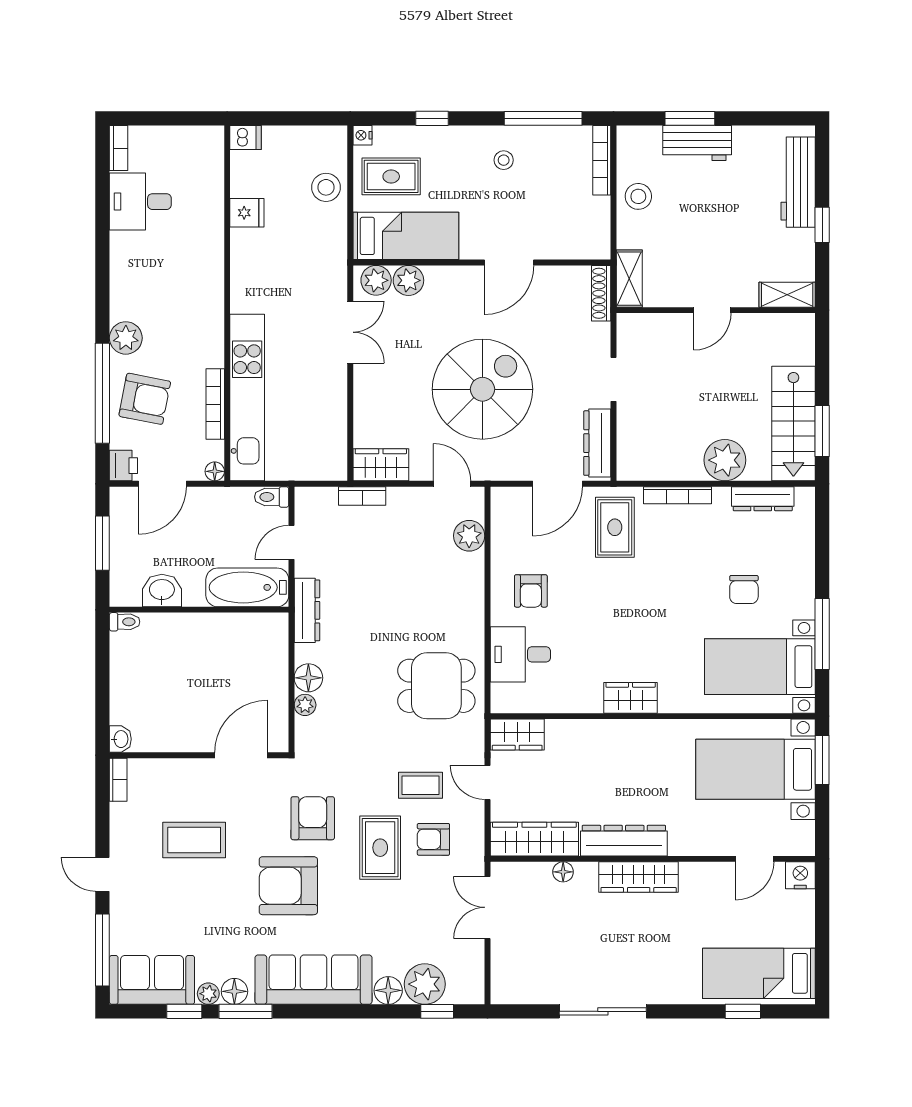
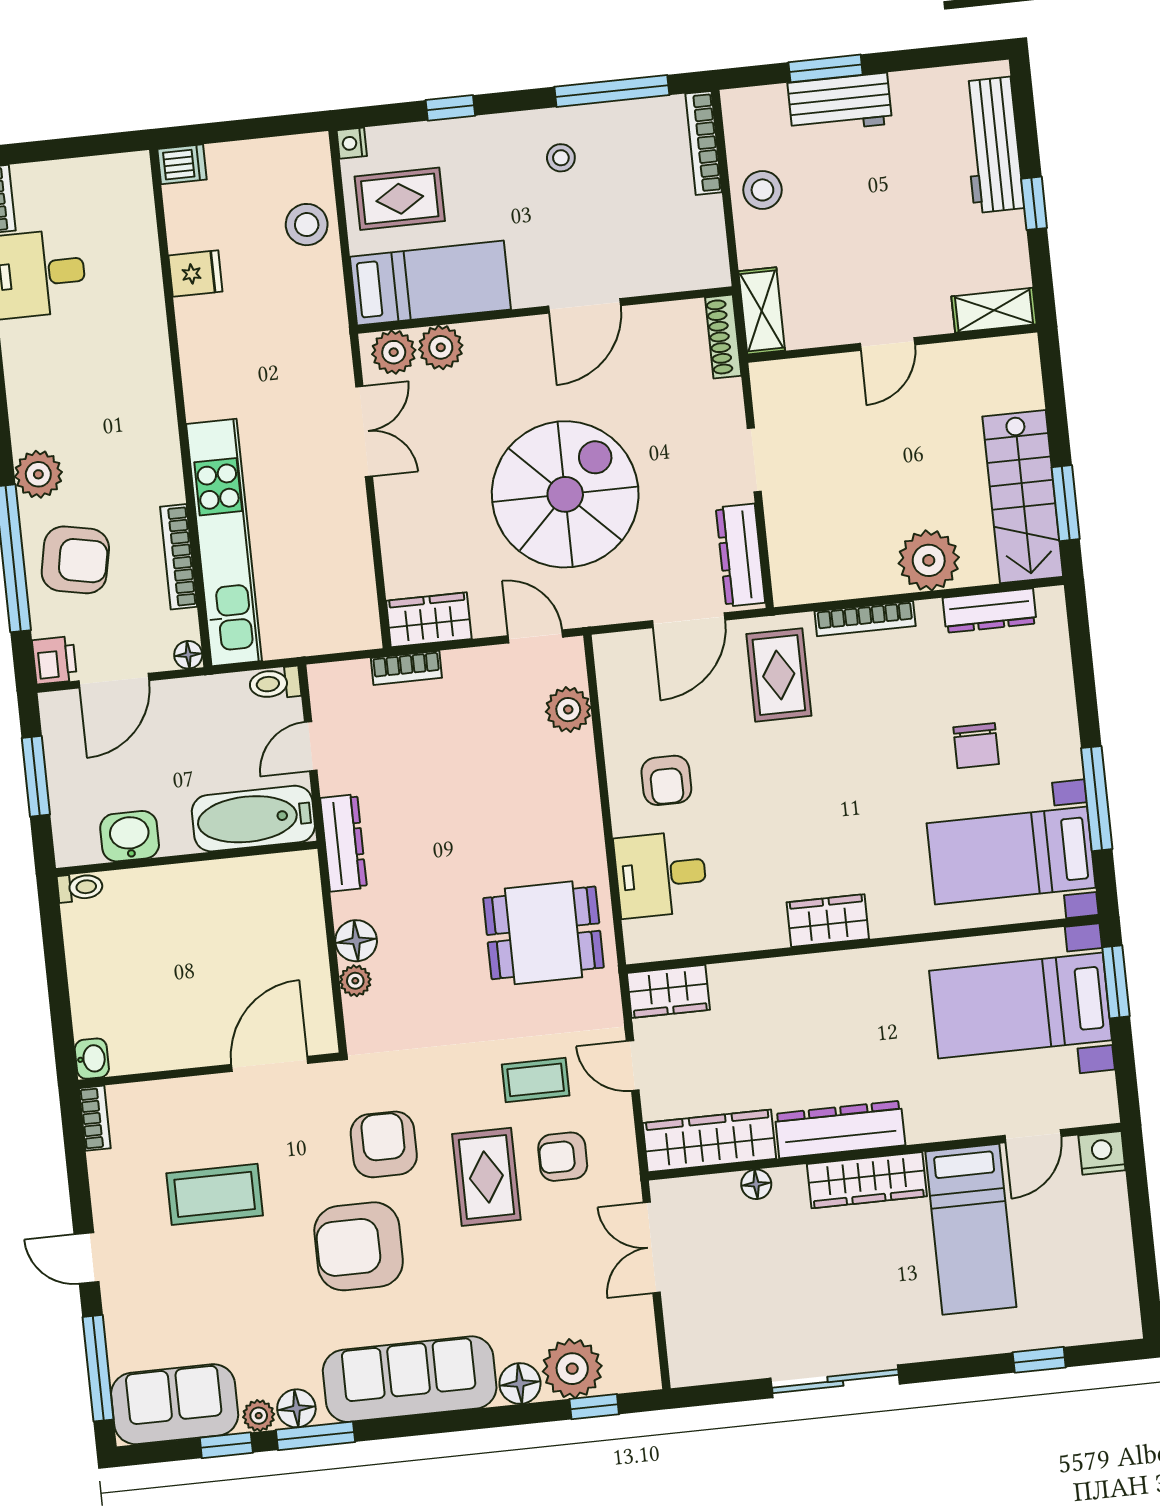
bed: (759, 973) -> (971, 1229), moved, turned -90

